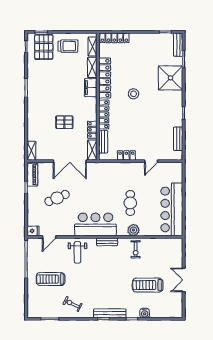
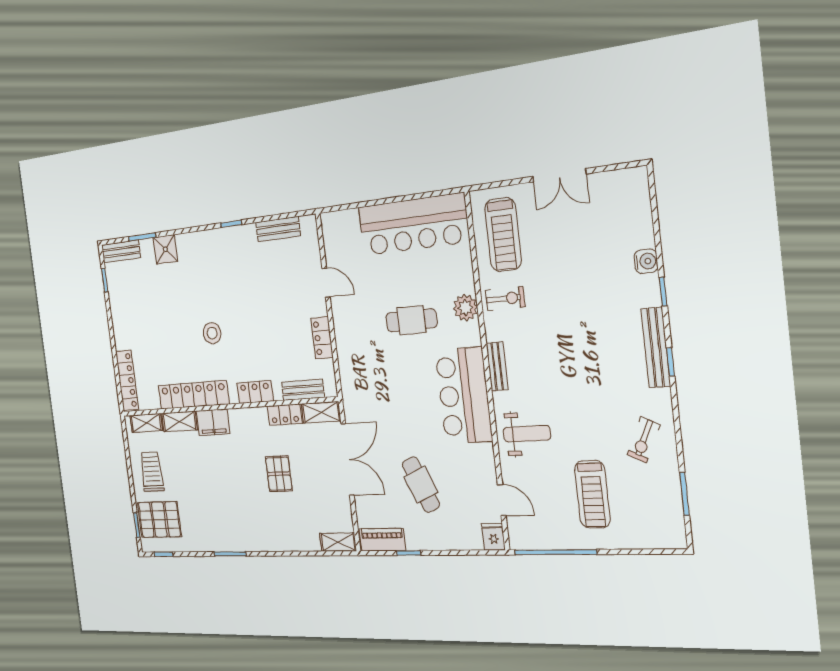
shower: (171, 78) -> (165, 249), width x0.54, depth x0.54
locker: (104, 115) -> (255, 392), width x0.66
treadmill: (148, 285) -> (503, 235), moved

